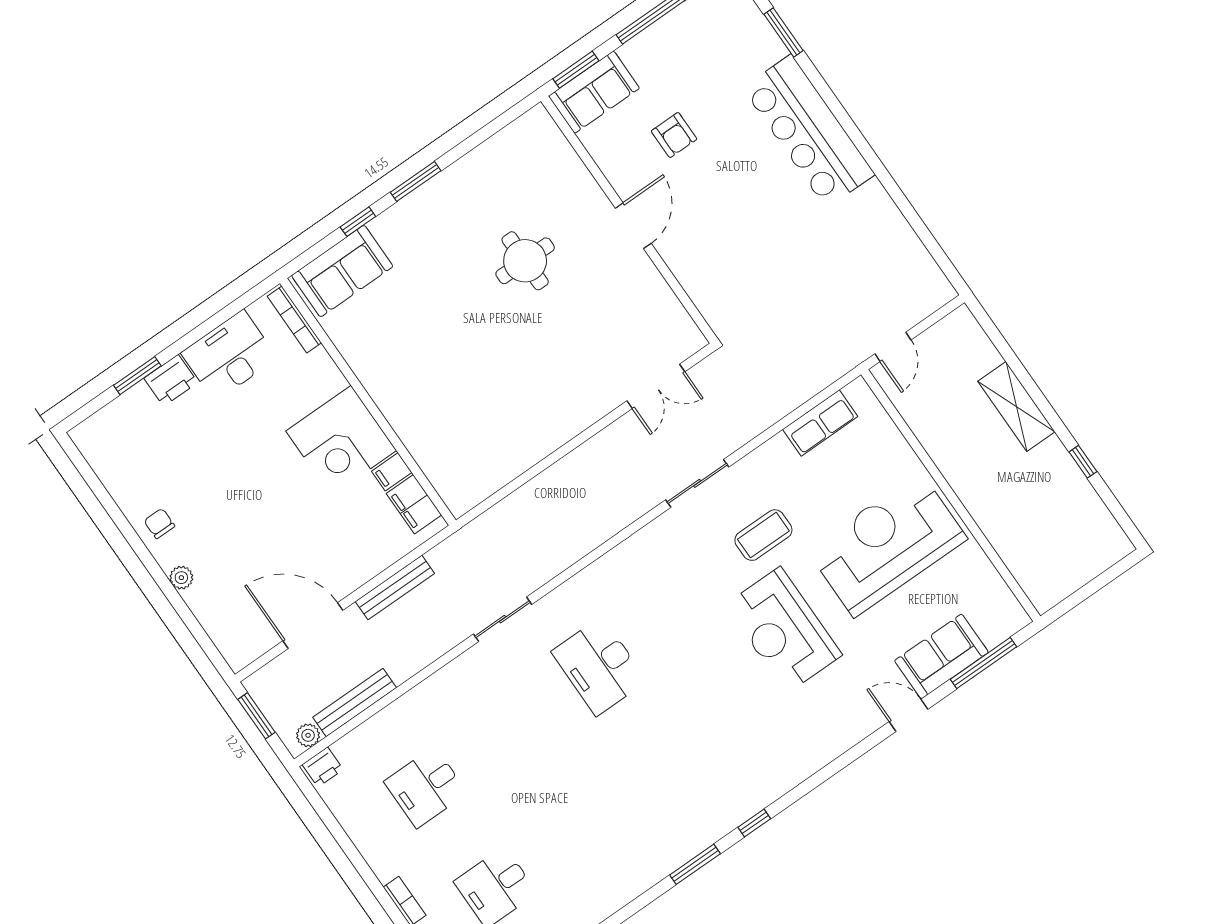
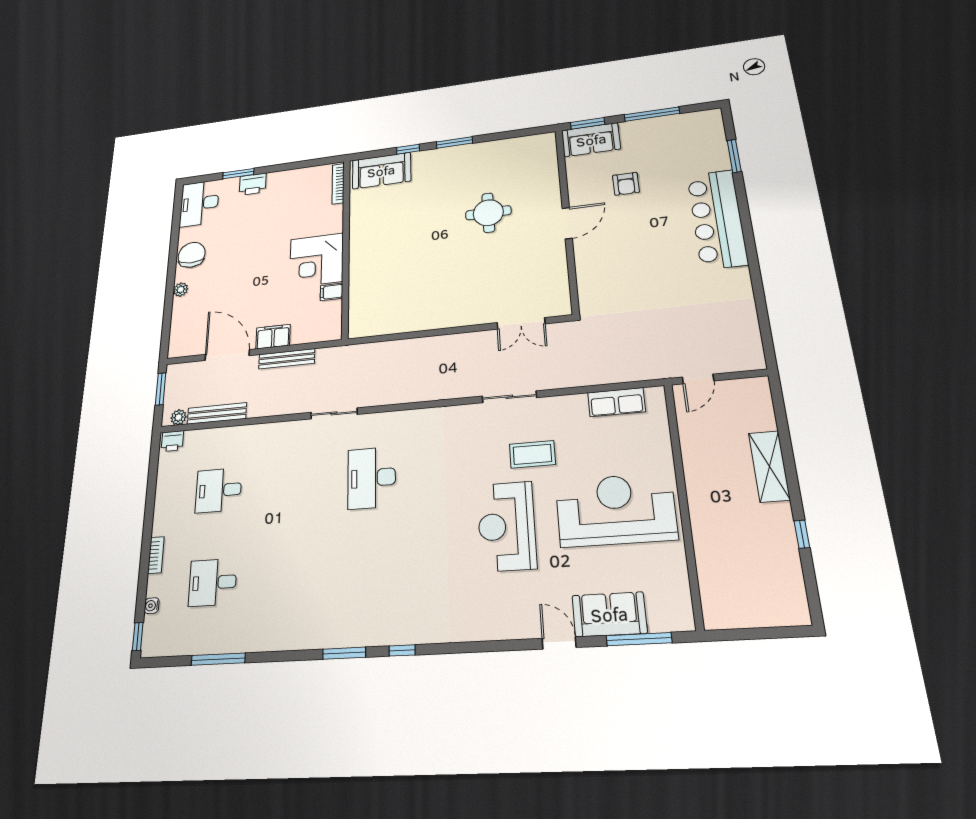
desk: (229, 356) -> (199, 203), moved, turned -90
filing cabinet: (414, 504) -> (273, 337), moved, turned 90
chair: (159, 523) -> (192, 255), width x1.87, depth x1.87

